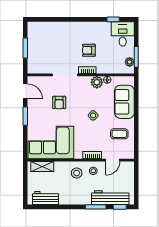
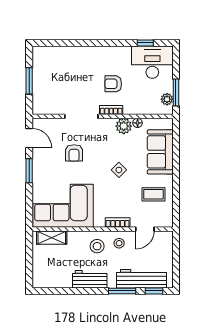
desk: (123, 34) -> (152, 62), width x1.37
workbench: (46, 198) -> (90, 279), moved

